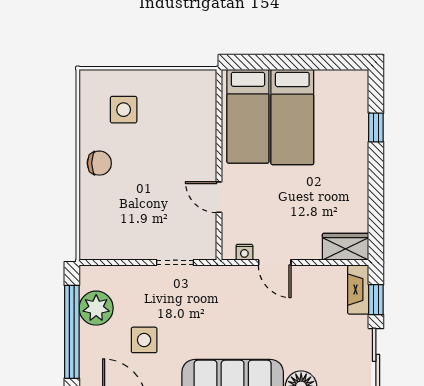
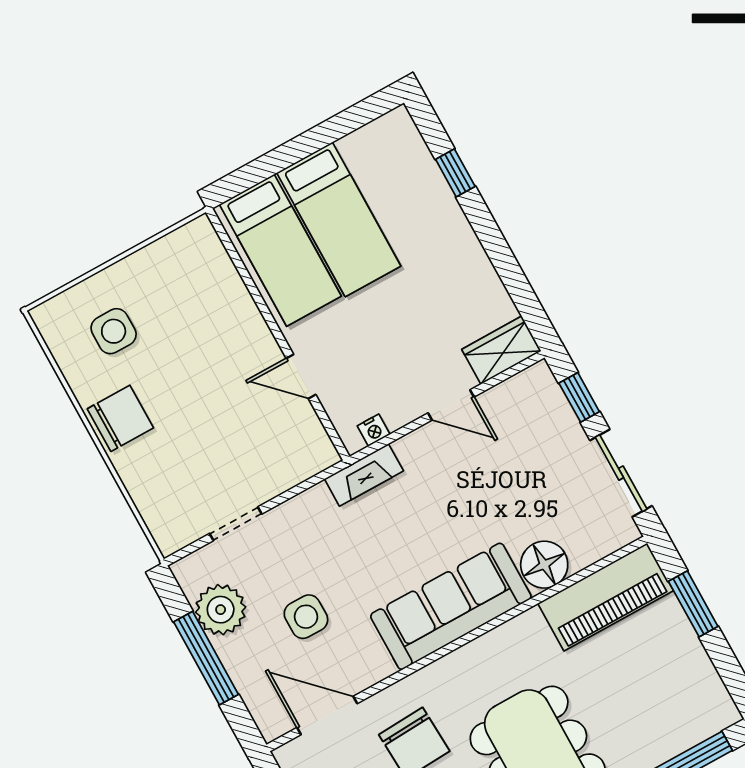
chair: (99, 163) -> (120, 418), width x1.37, depth x1.37
doorway: (175, 263) -> (236, 524), moved
door: (275, 263) -> (451, 405), moved
fireplace: (358, 290) -> (364, 475), moved, turned -90
window: (72, 332) -> (206, 658), width x0.68

